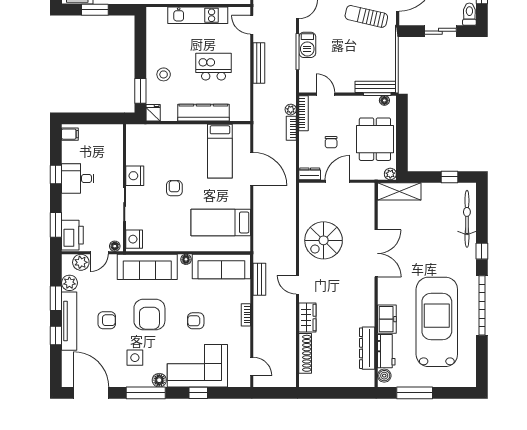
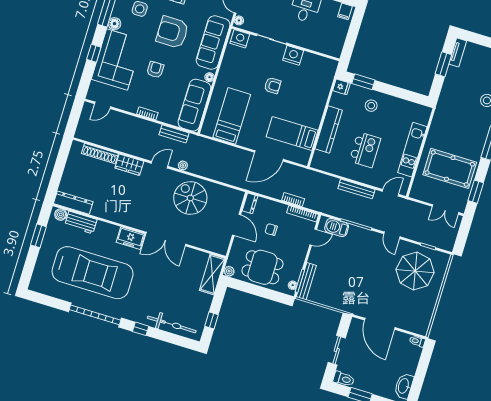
sun lounger: (366, 16) -> (368, 291), removed
barbecue: (307, 45) -> (337, 228), moved
plant: (291, 110) -> (183, 165), moved
freezer: (387, 319) -> (130, 238), moved
dresser: (367, 348) -> (73, 203), moved
window: (415, 393) -> (38, 236), width x0.69

